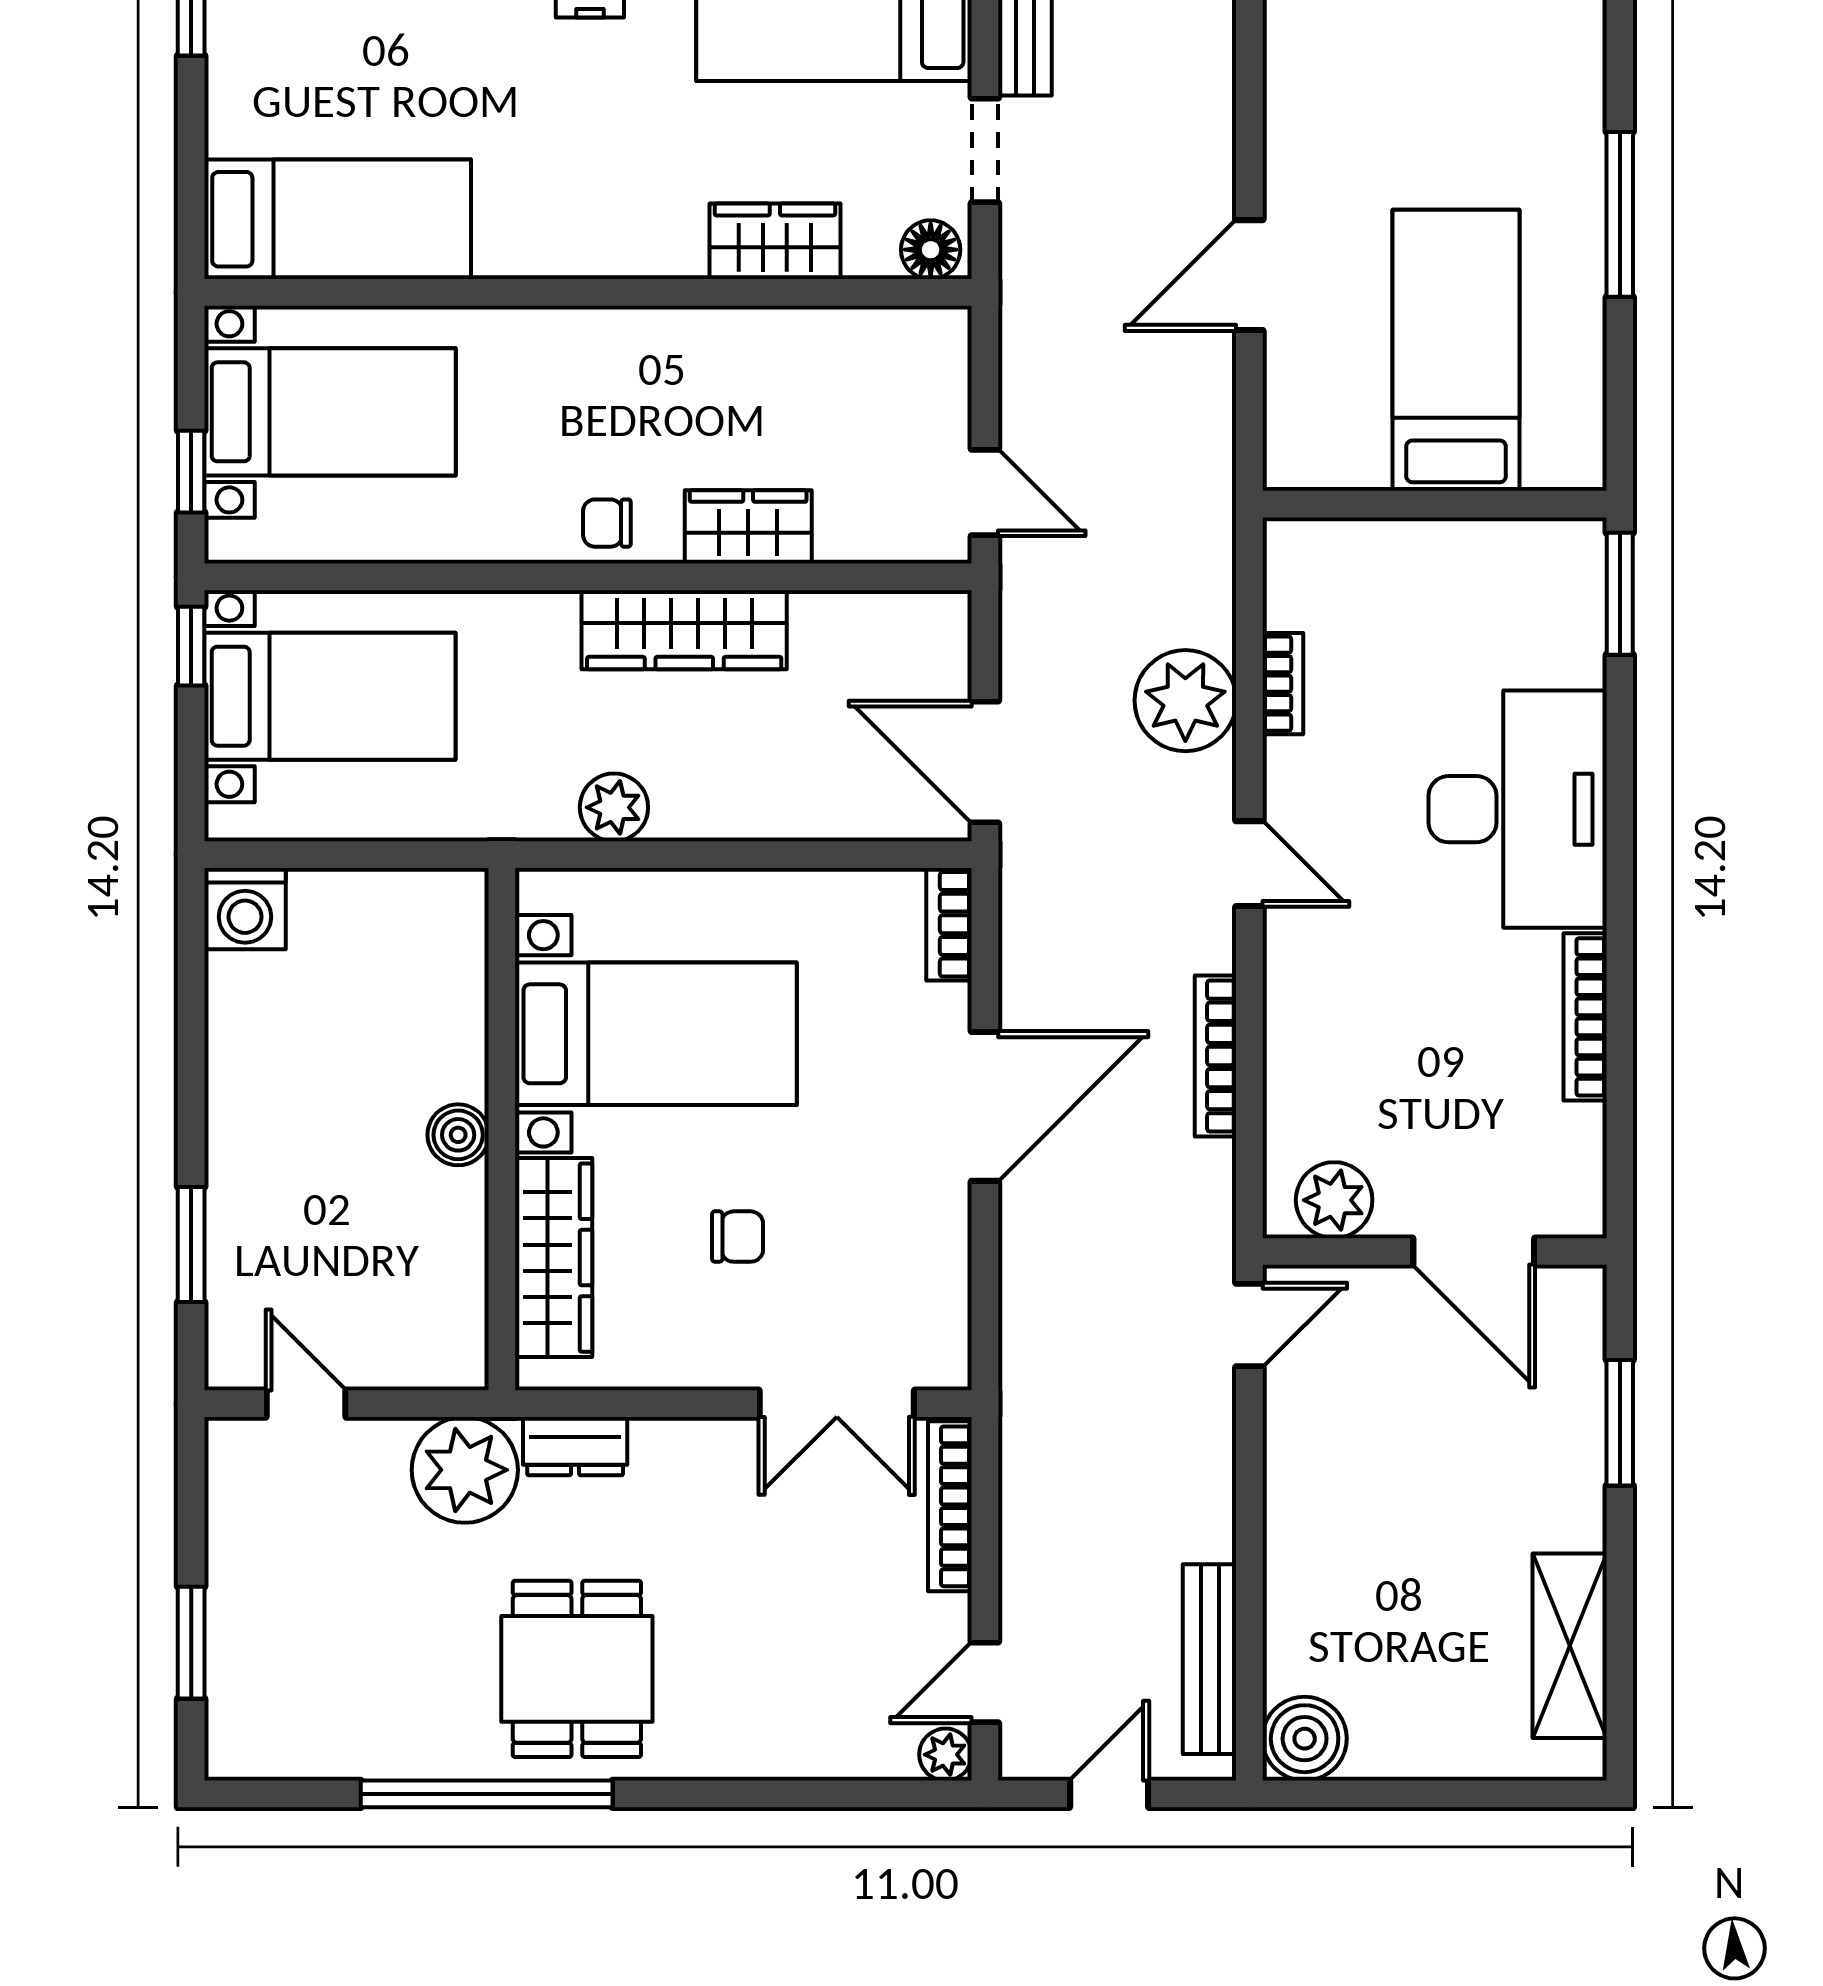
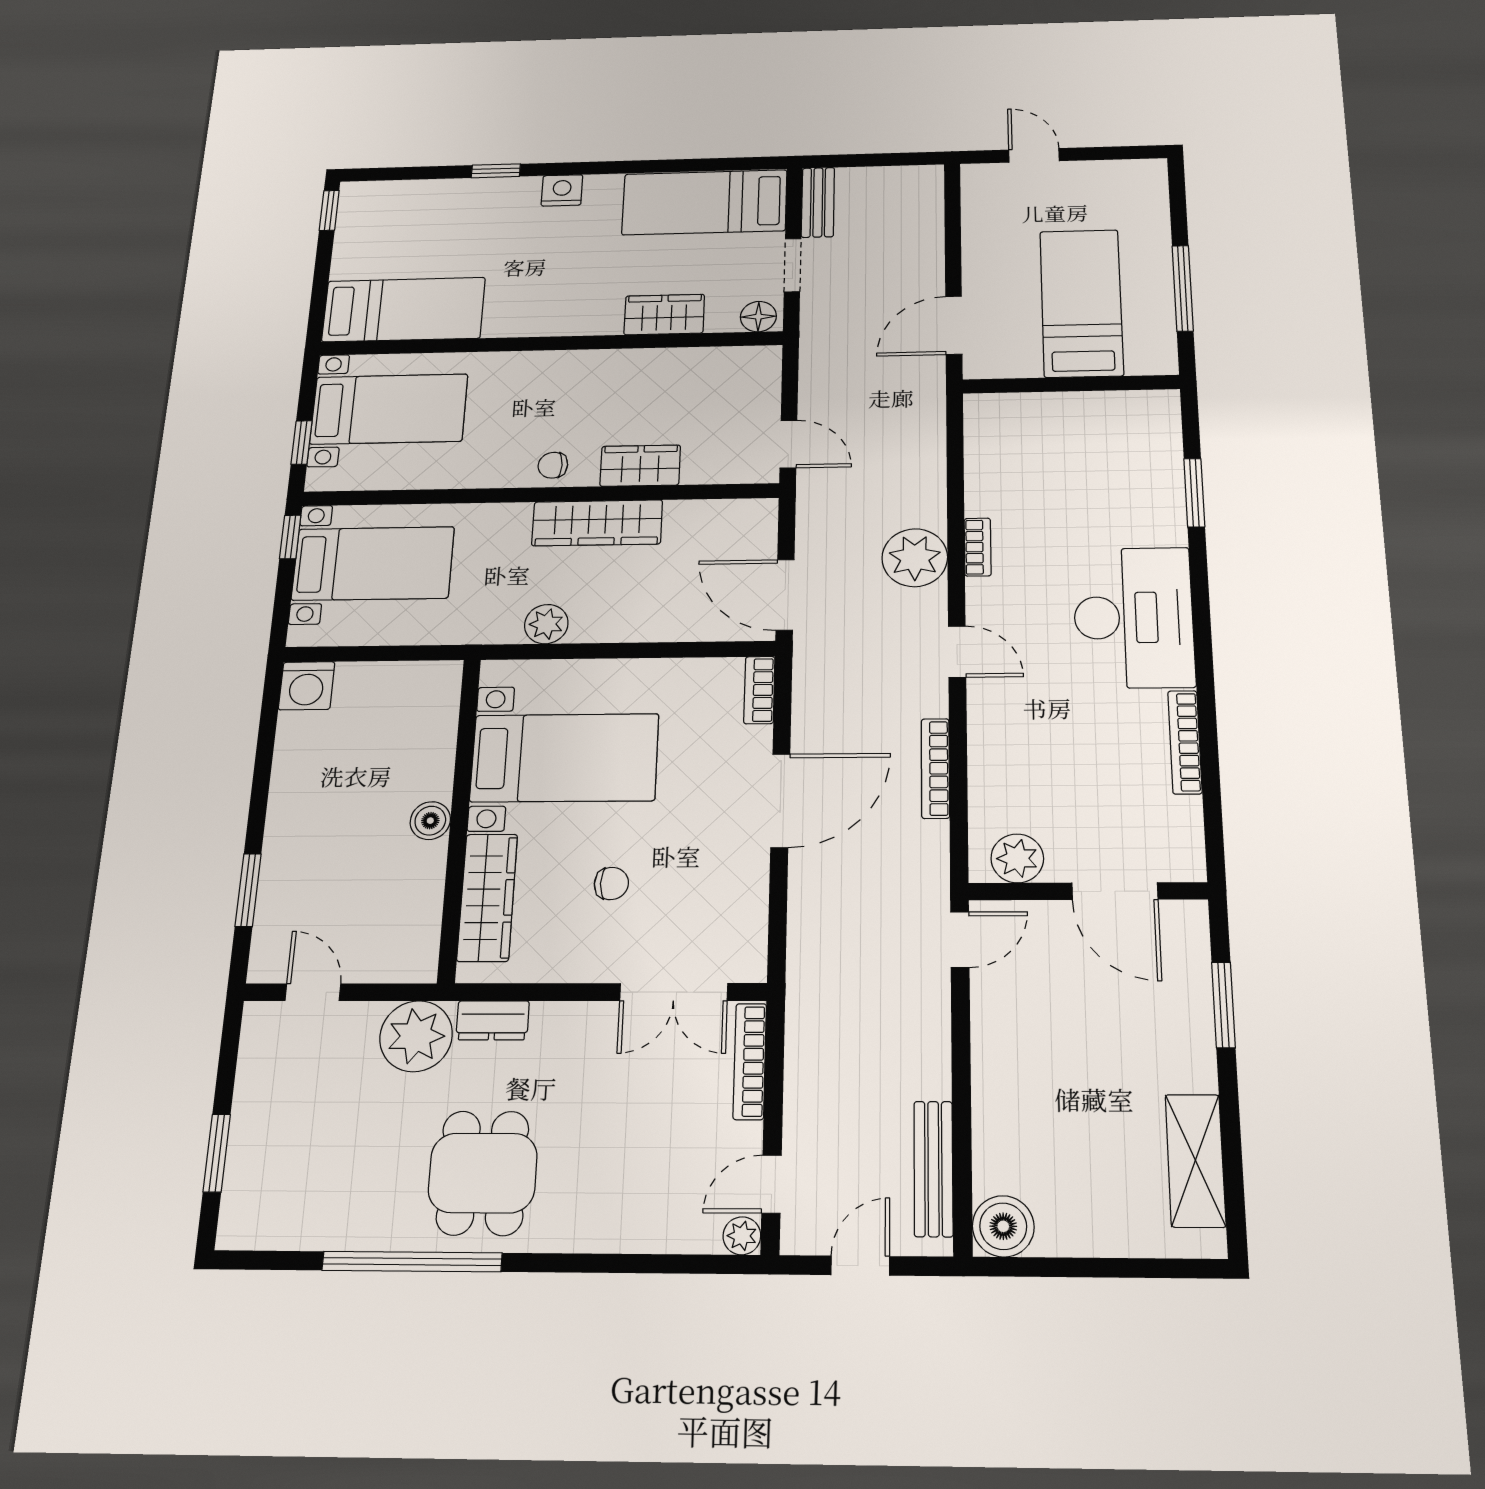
bed: (1456, 350) -> (1081, 303), moved
wall: (1435, 504) -> (1071, 384), moved

